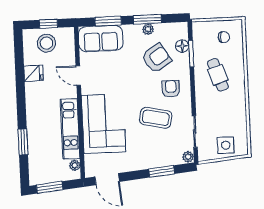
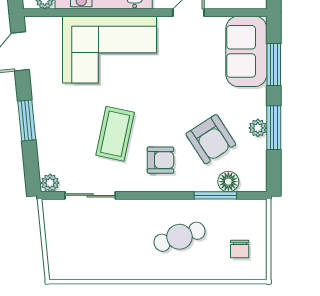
side table: (226, 145) -> (66, 244), removed
window: (162, 171) -> (27, 120), moved

